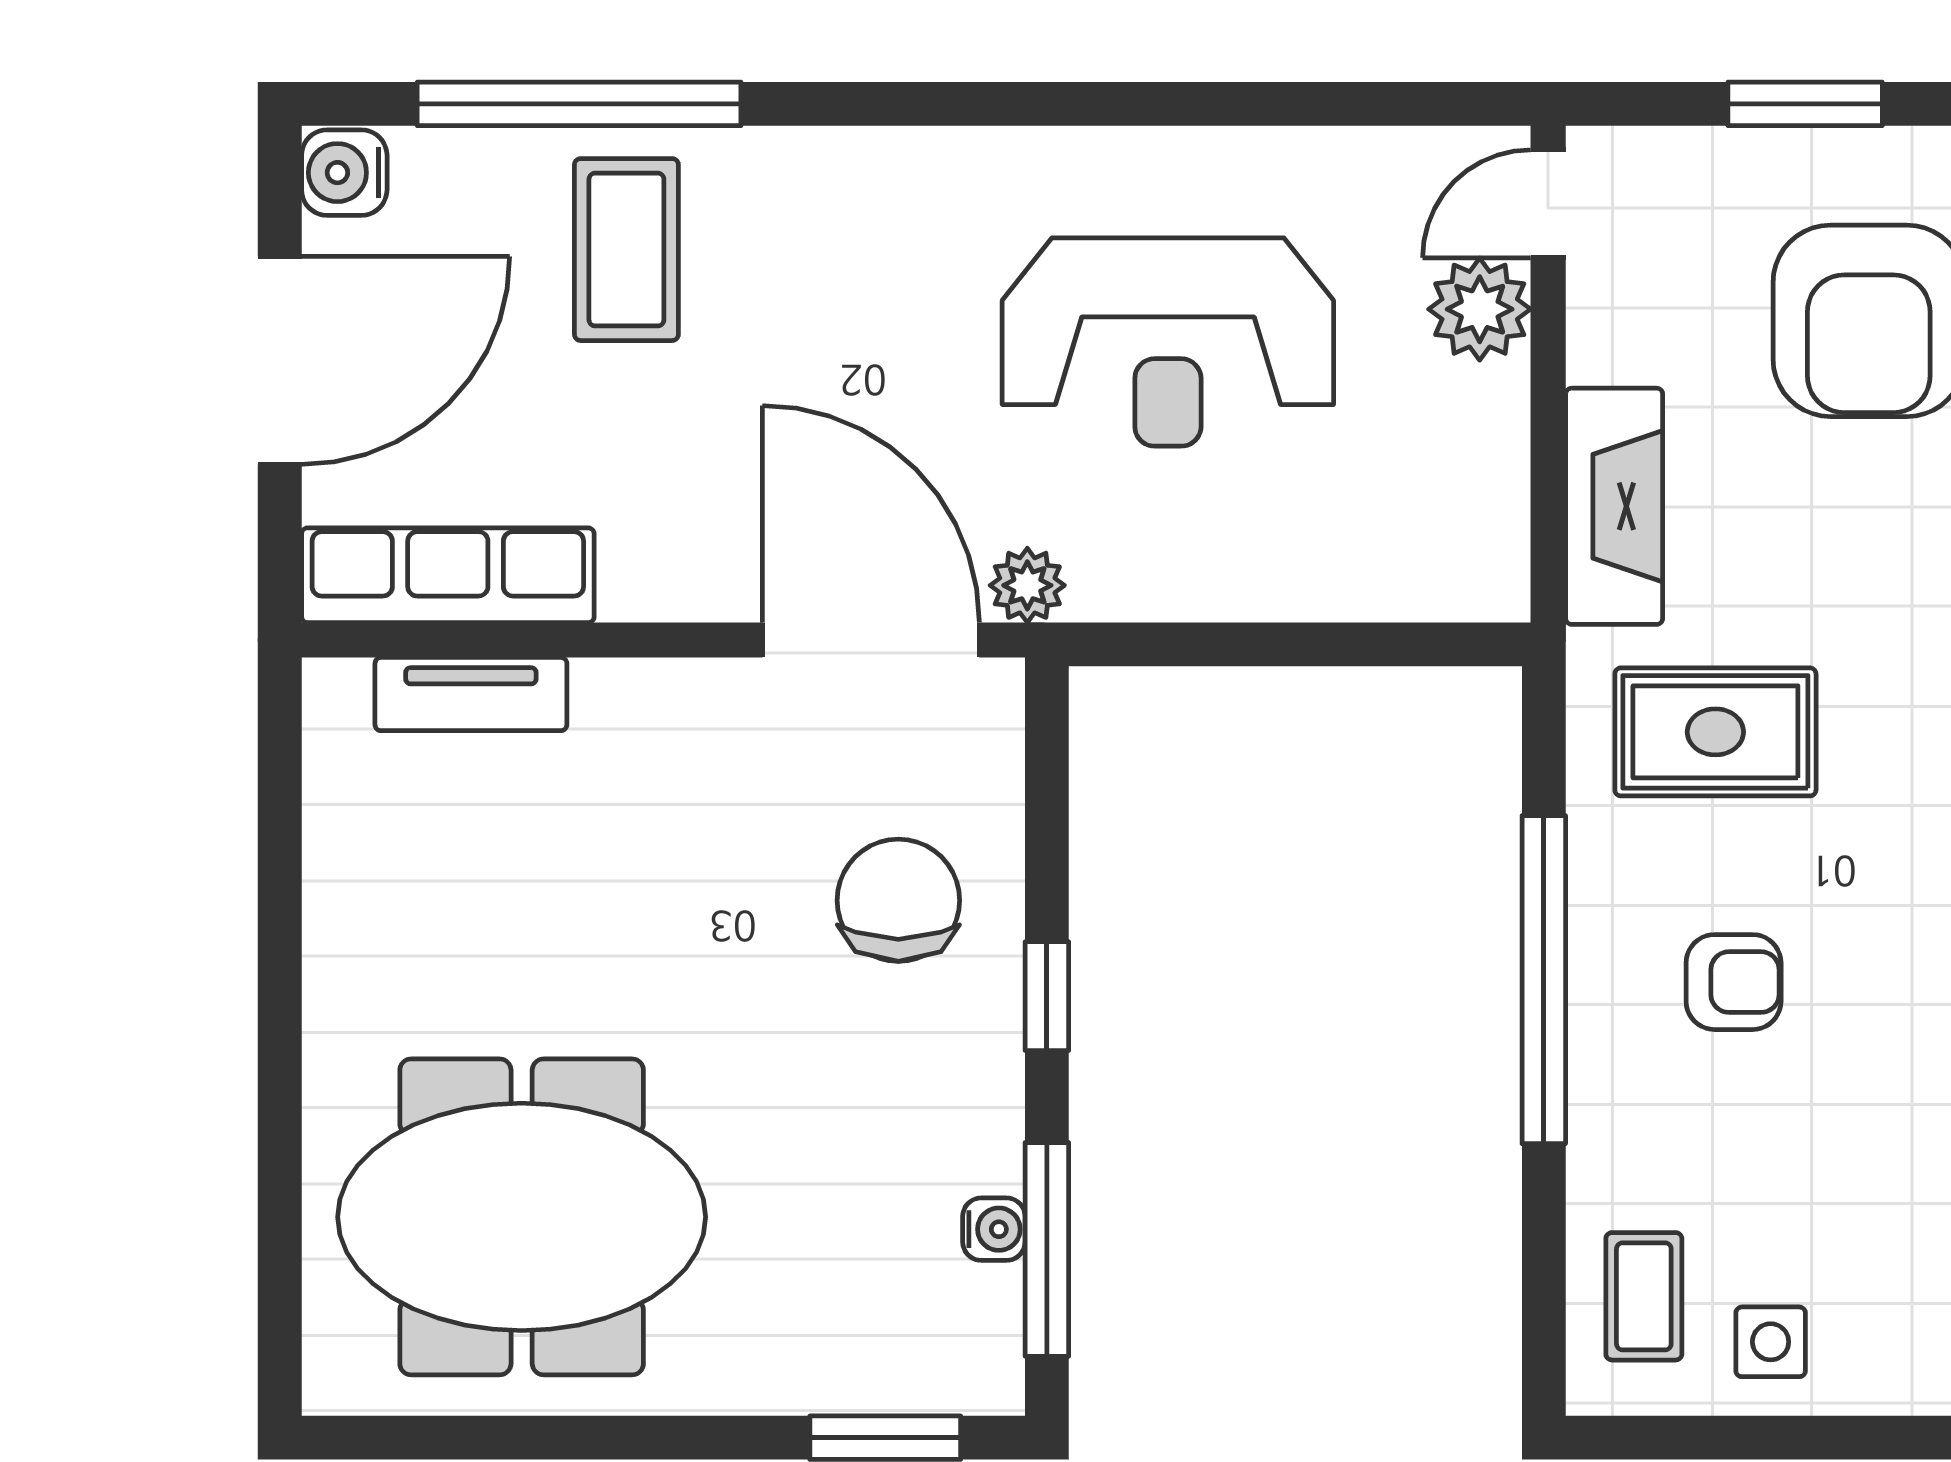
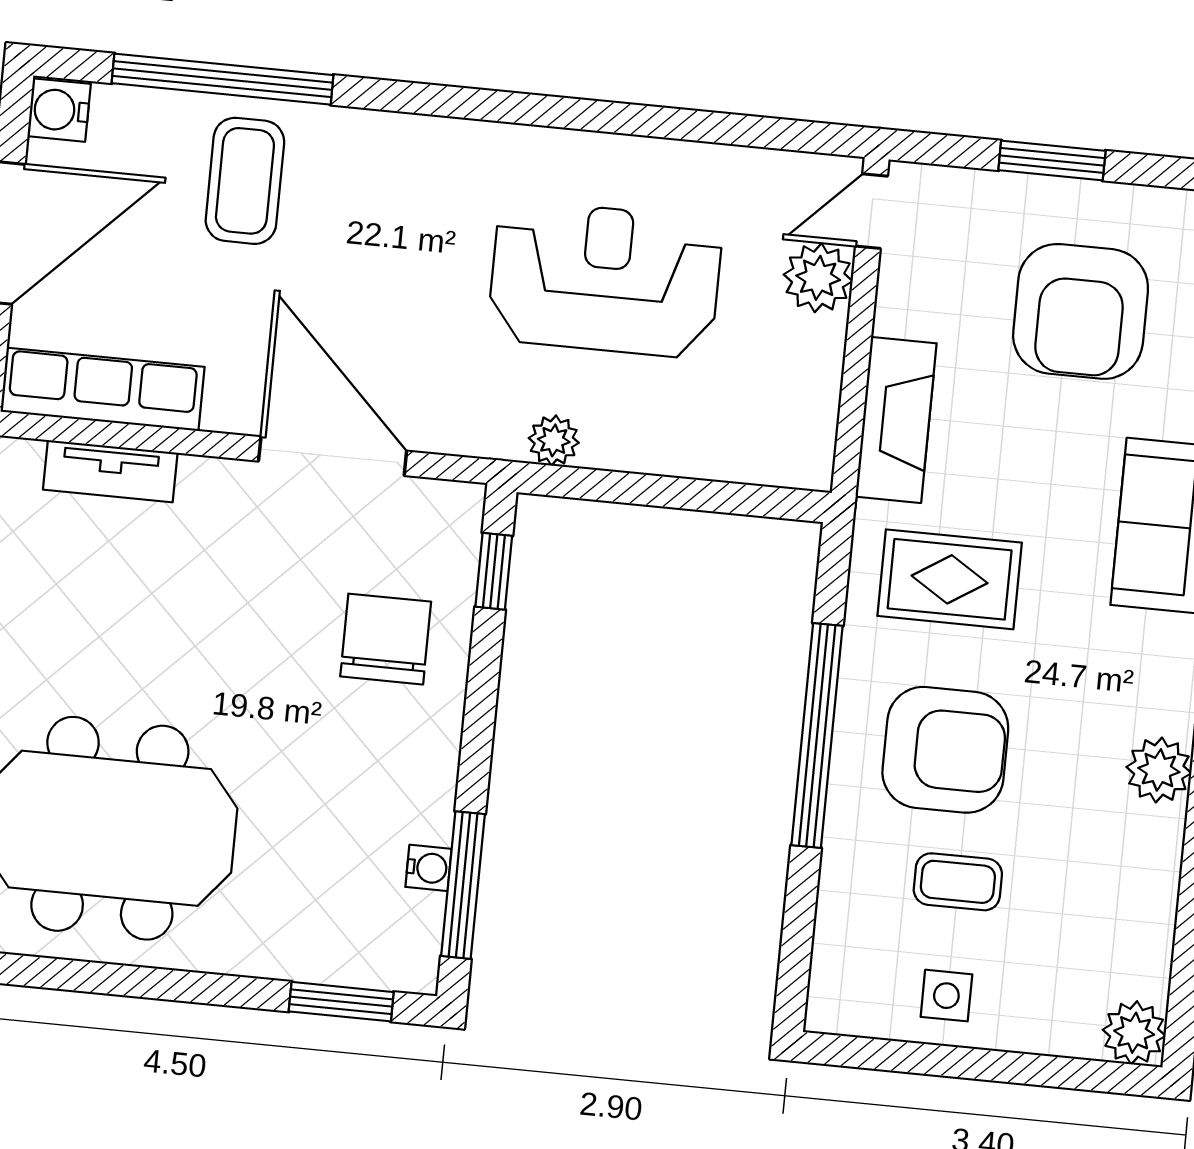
reception desk: (1168, 342) -> (605, 279), turned 180
plant: (1027, 585) -> (554, 440), moved
door: (871, 640) -> (333, 456), moved
armchair: (1734, 982) -> (945, 750), width x1.88, depth x1.88
window: (1047, 996) -> (494, 571), moved
coffee table: (1644, 1296) -> (958, 882), moved, turned 90

